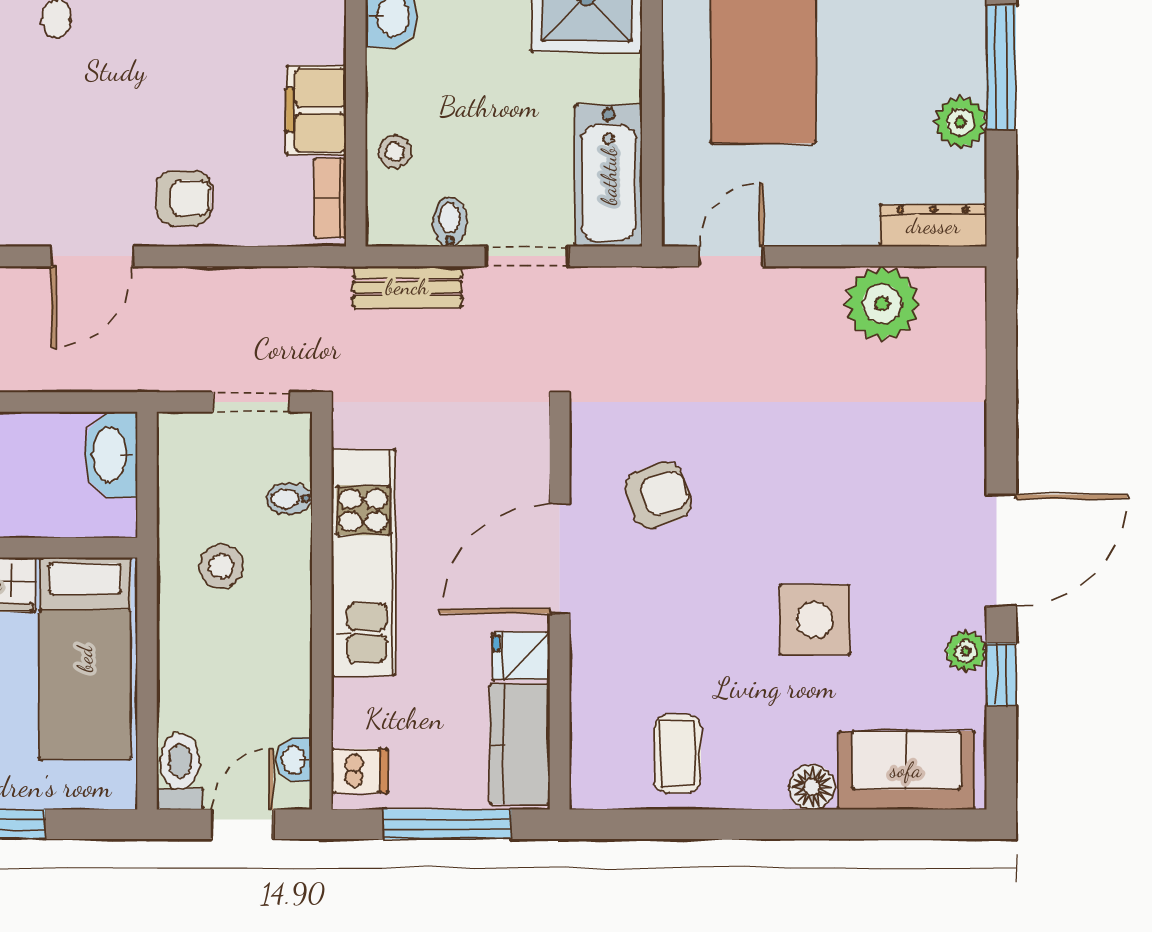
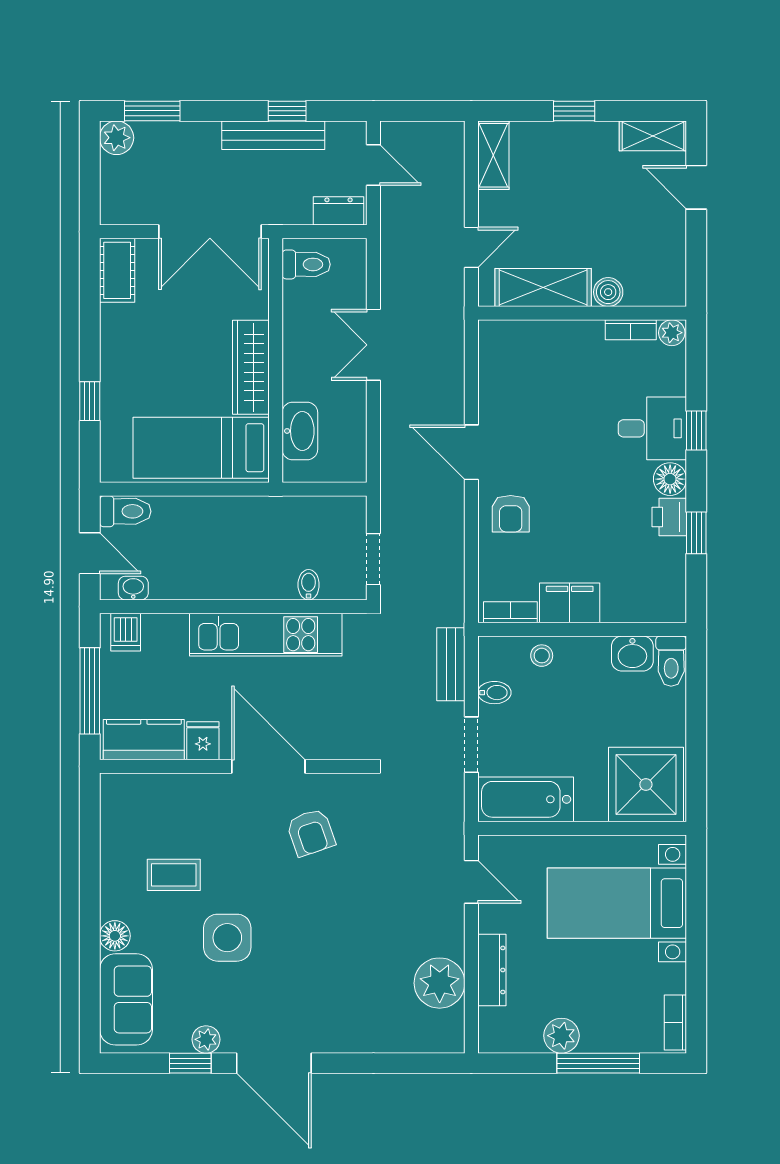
dresser: (933, 226) -> (492, 970), moved
washbasin: (111, 455) -> (300, 431), moved, turned 90
stool: (221, 566) -> (263, 539), removed
coffee table: (677, 754) -> (174, 875), moved

